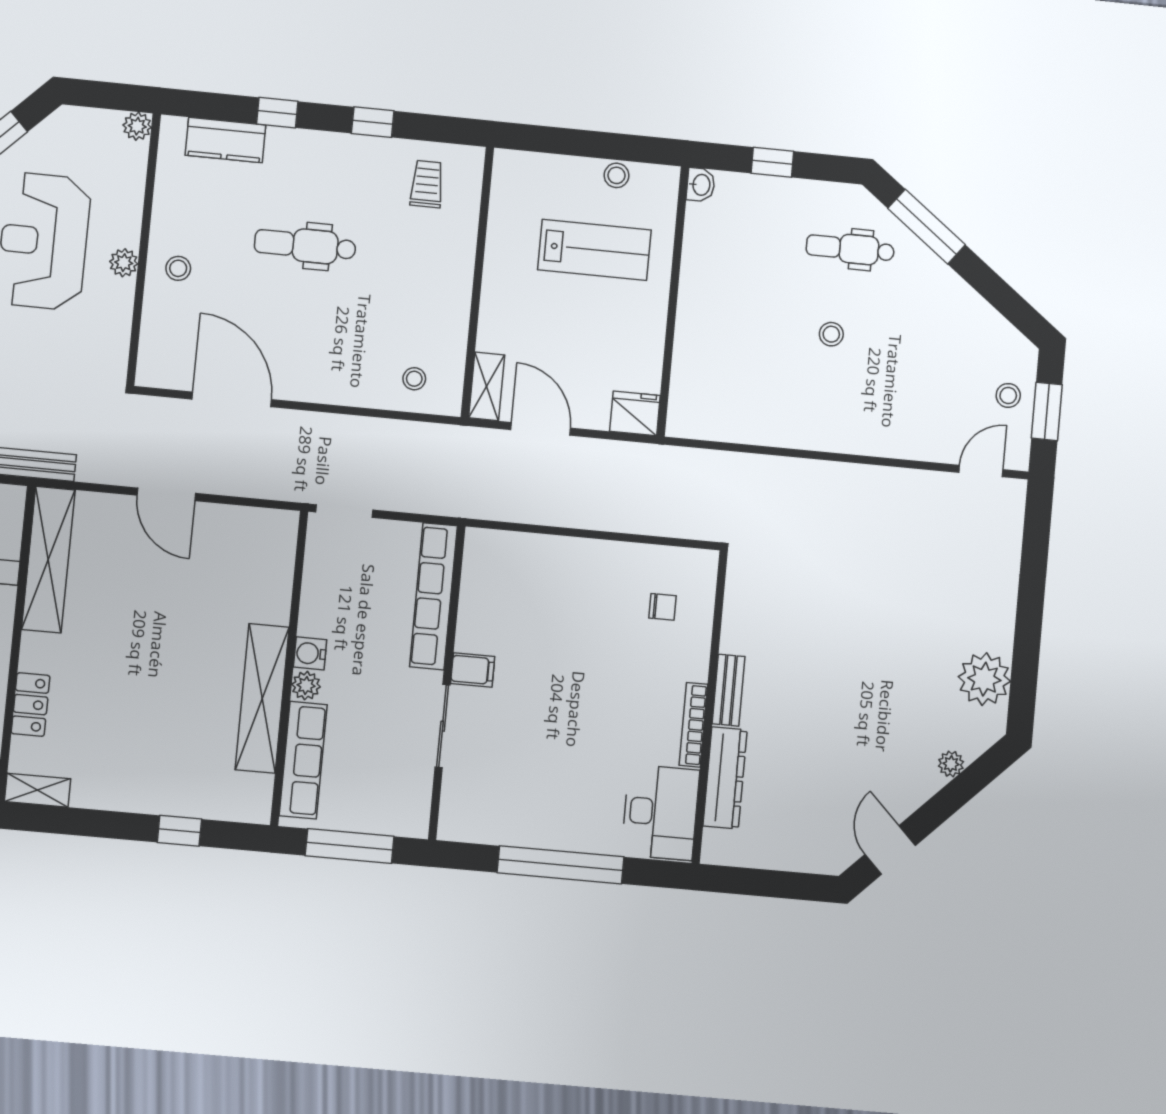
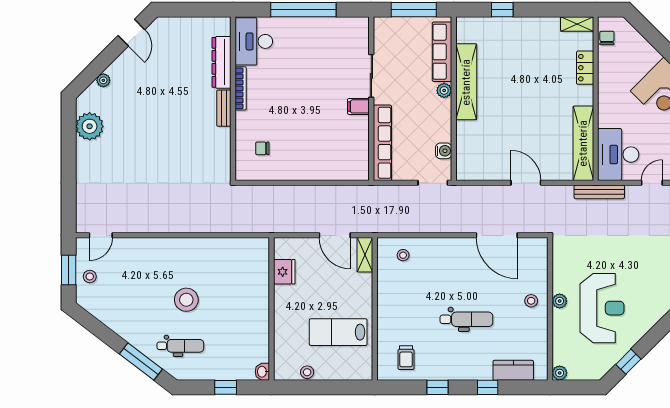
lab bench: (594, 250) -> (338, 332), moved
stool: (831, 334) -> (186, 300), width x1.89, depth x1.89
fridge: (635, 413) -> (284, 272), moved, turned -90
water cooler: (310, 653) -> (444, 151), moved

